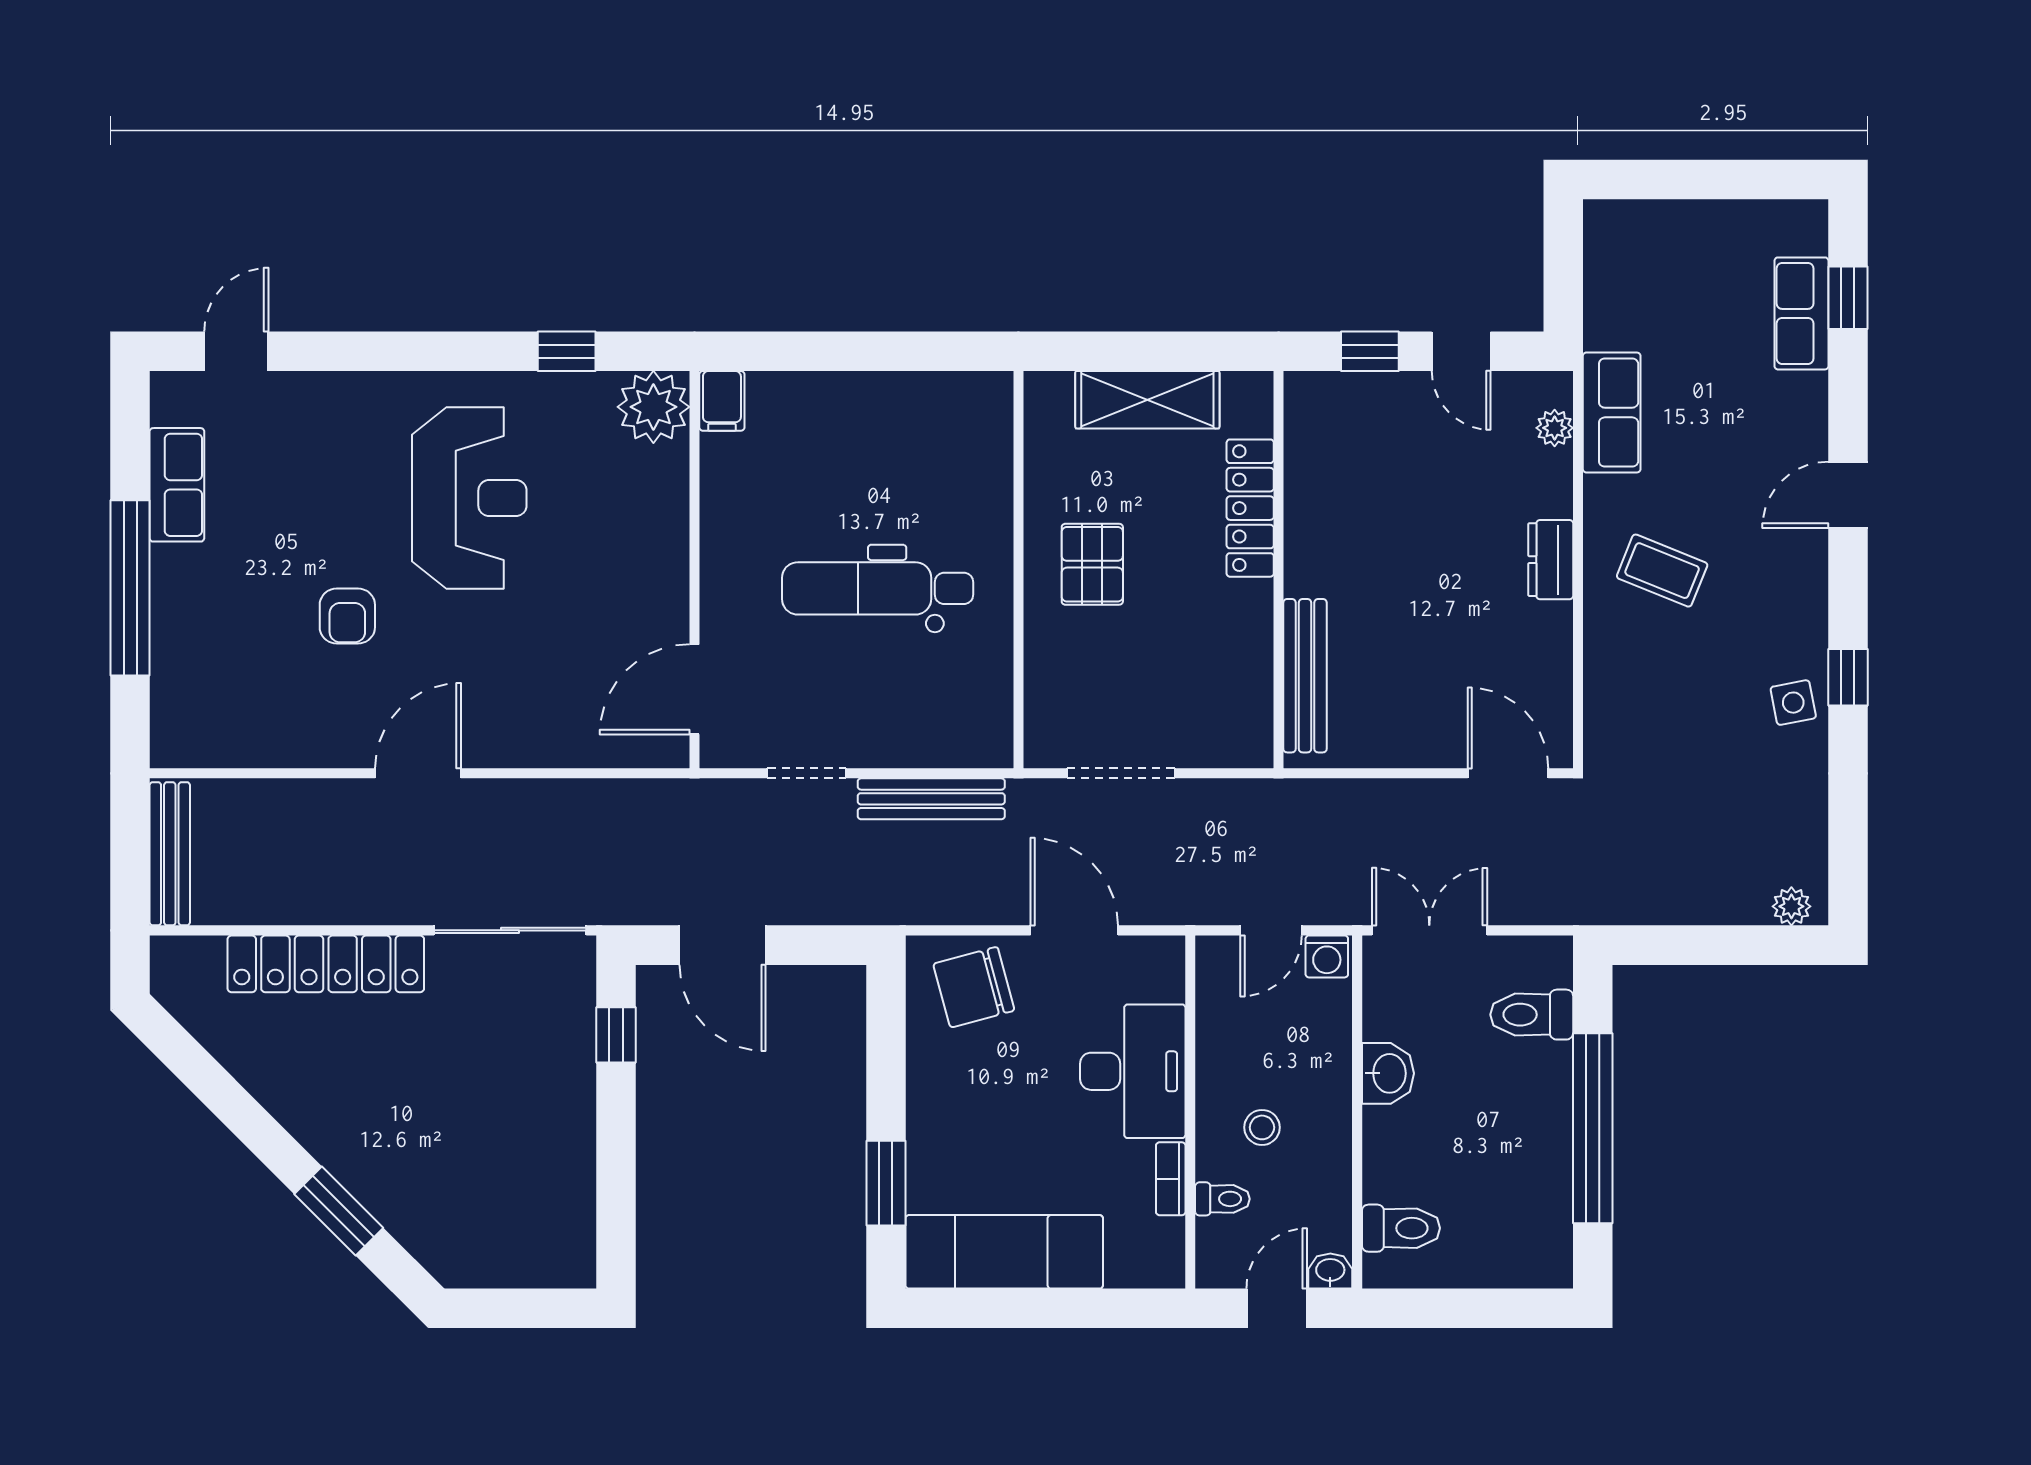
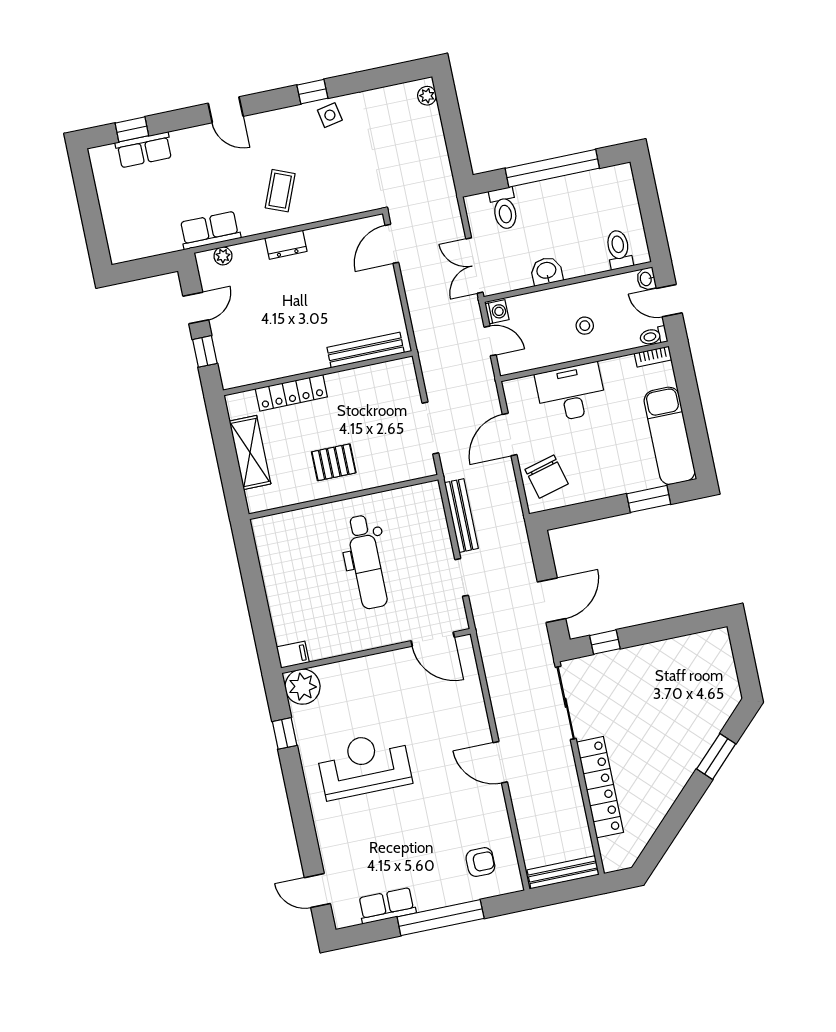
armchair: (347, 616) -> (480, 862), moved
bookcase: (1171, 1179) -> (653, 357), moved
toilet: (1222, 1199) -> (653, 336), moved, turned -90

